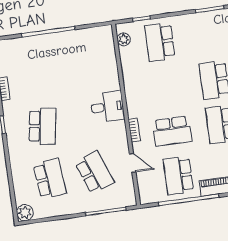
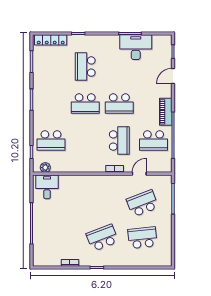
desk: (107, 107) -> (47, 187), moved
school desk: (42, 126) -> (102, 238), turned -30
plant: (25, 213) -> (165, 260), removed

